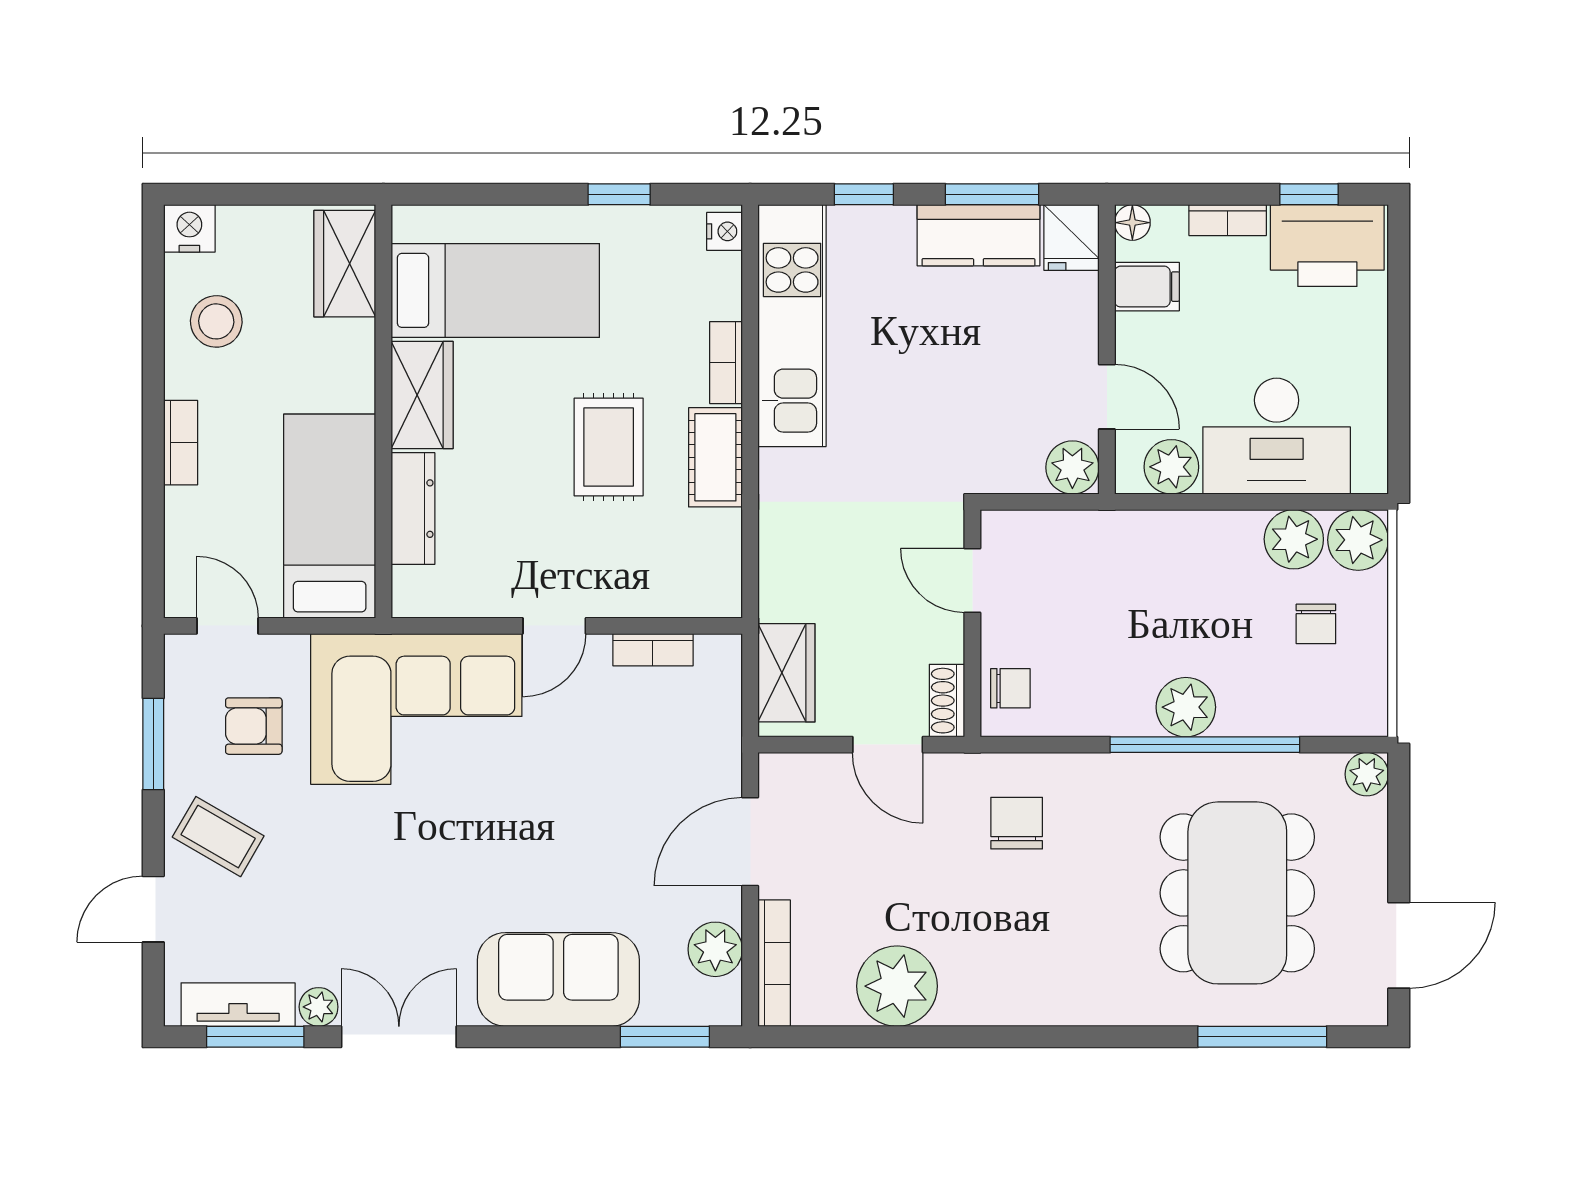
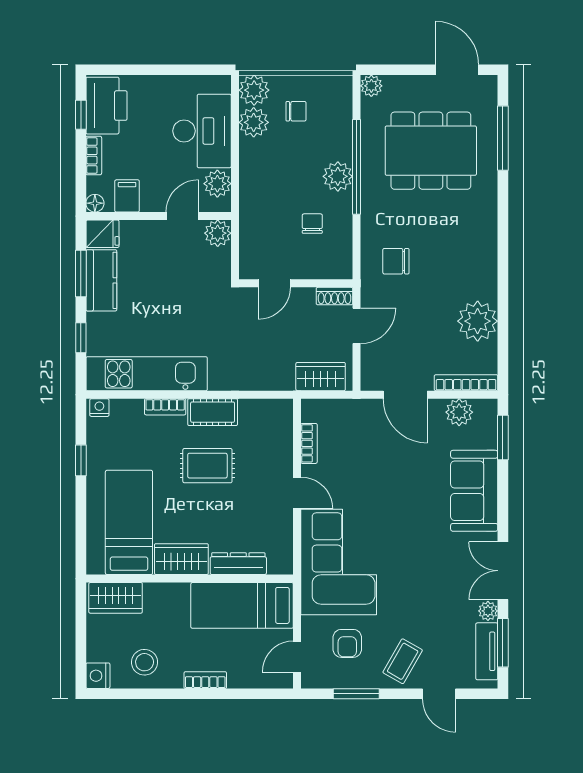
chair: (1010, 688) -> (312, 224), moved

